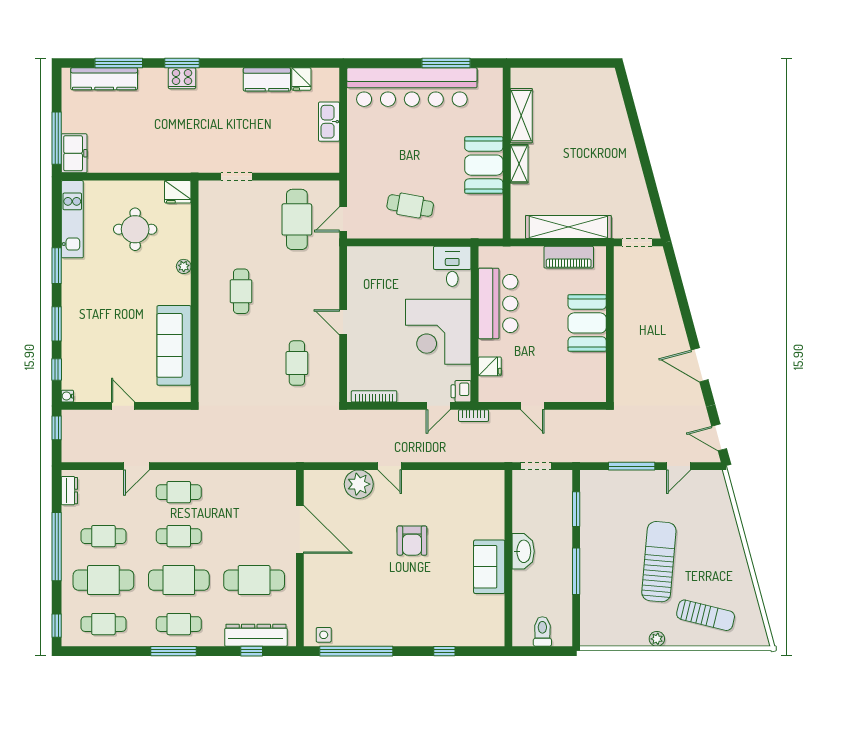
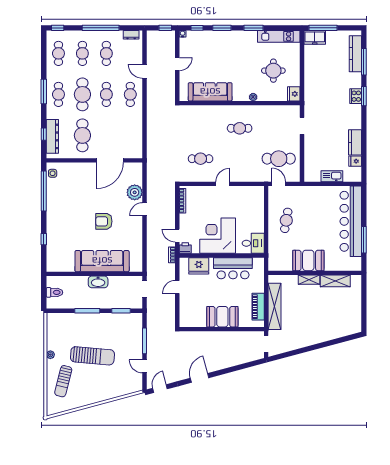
fridge: (490, 366) -> (199, 266), width x1.88, depth x1.34
sofa: (489, 567) -> (102, 261), width x1.85, depth x1.27
cafe table: (103, 580) -> (82, 53), width x0.73, depth x0.74

